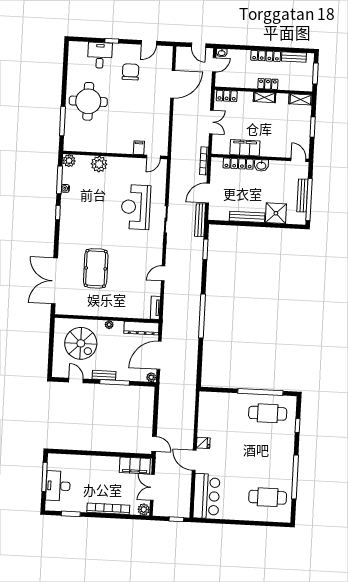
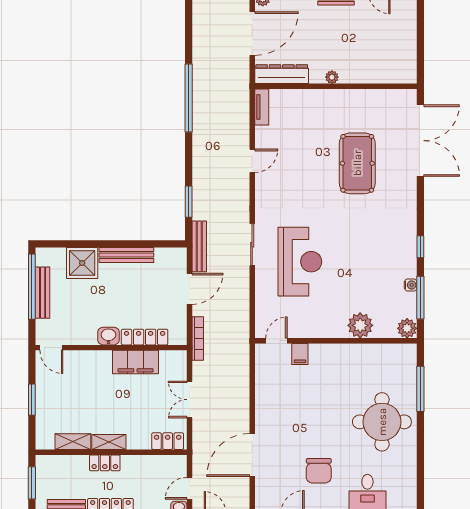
shelving: (300, 99) -> (73, 442), moved
spiral stairs: (81, 343) -> (374, 46), removed

